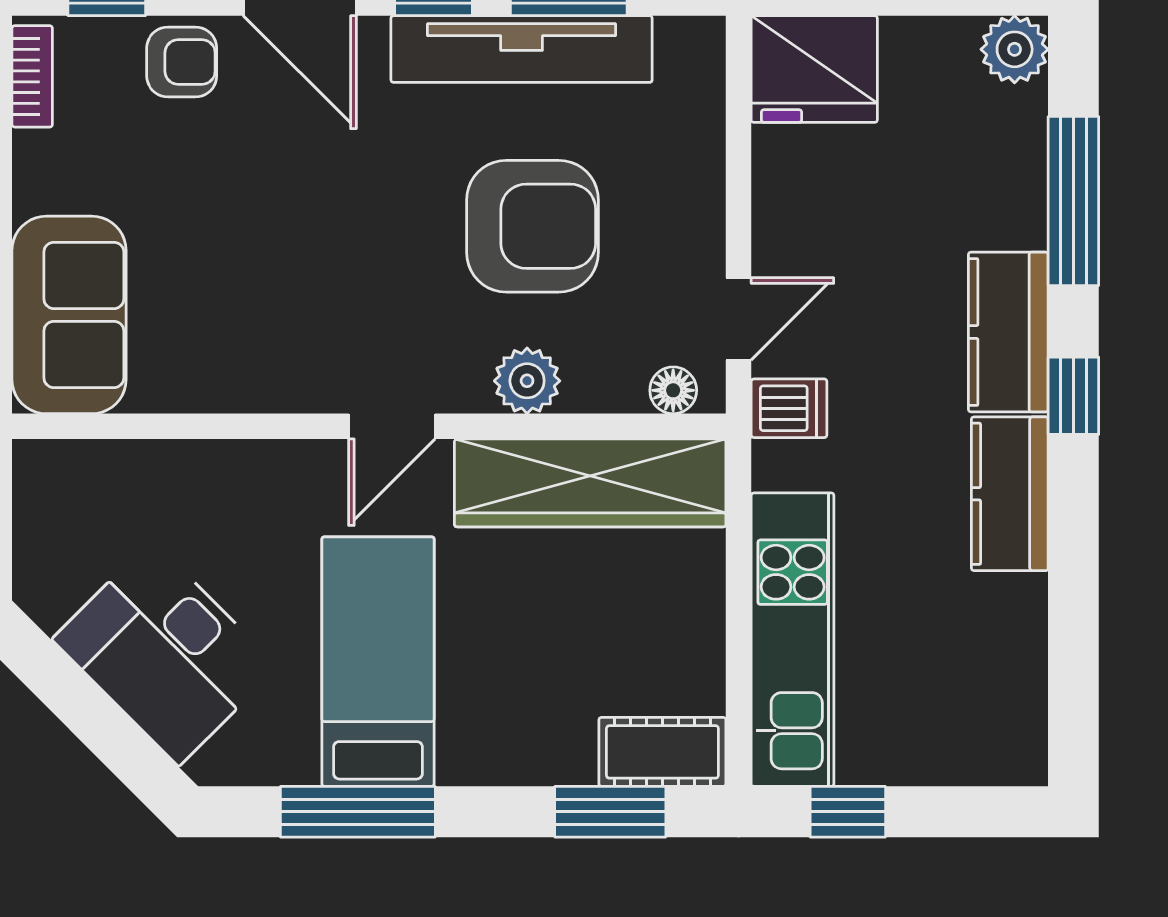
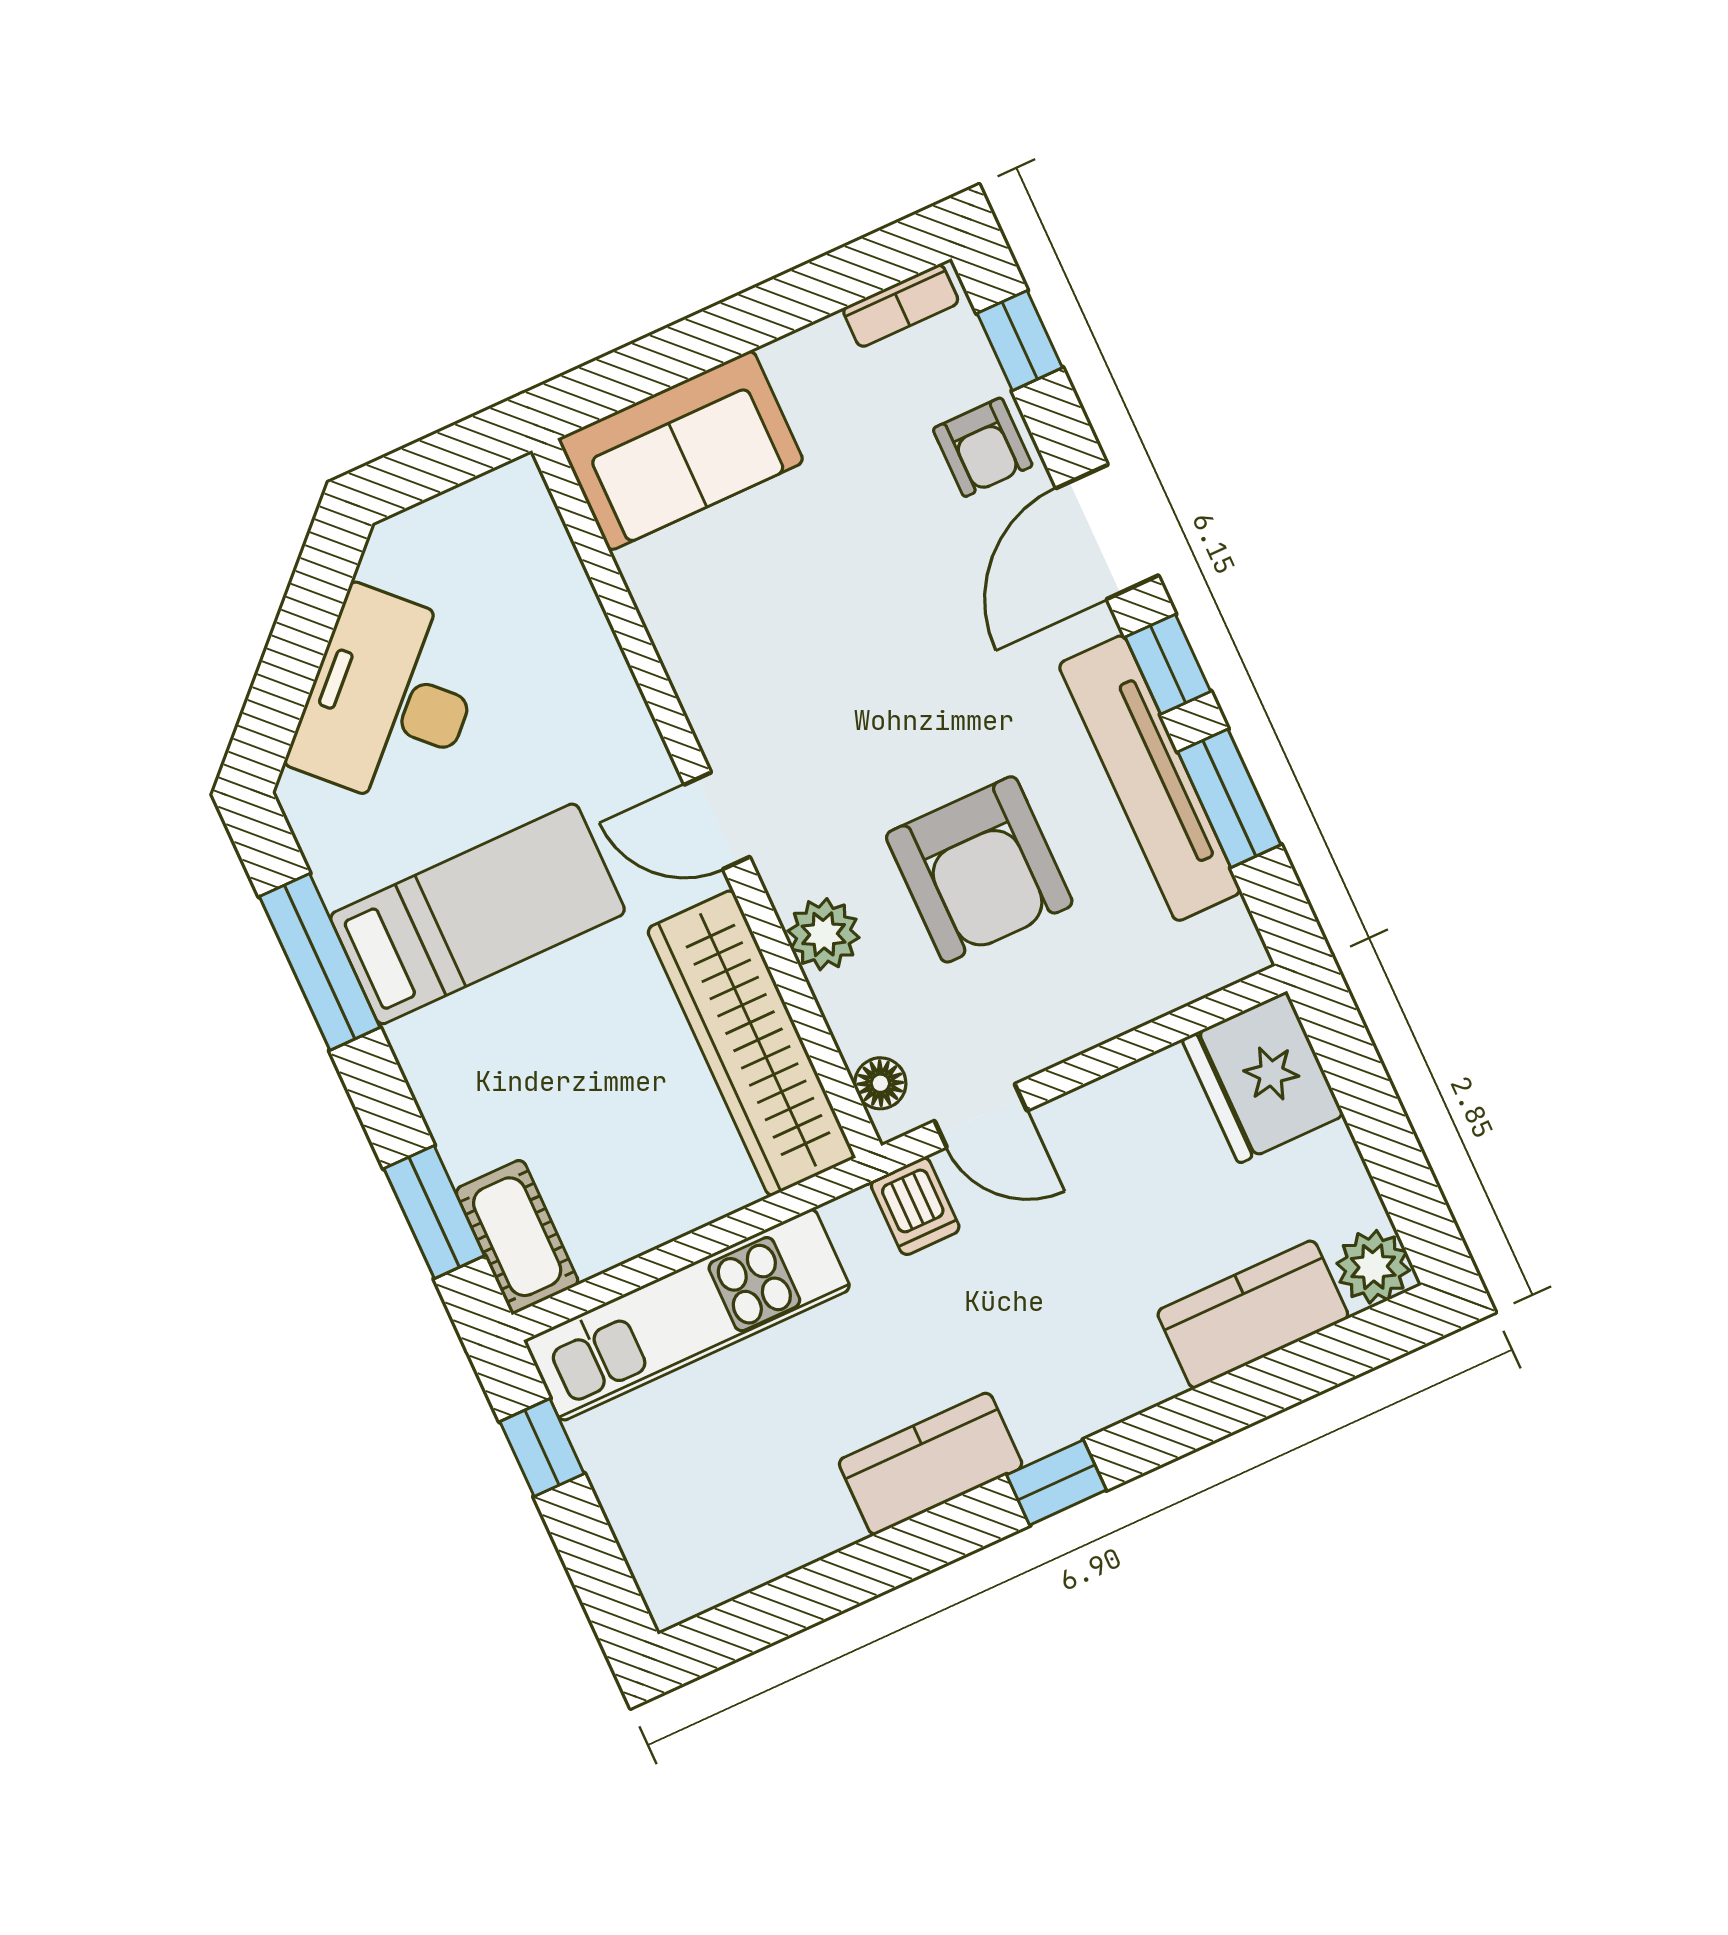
window: (1073, 201) -> (1250, 1394), removed
kitchen counter: (1008, 332) -> (1253, 1314), moved

